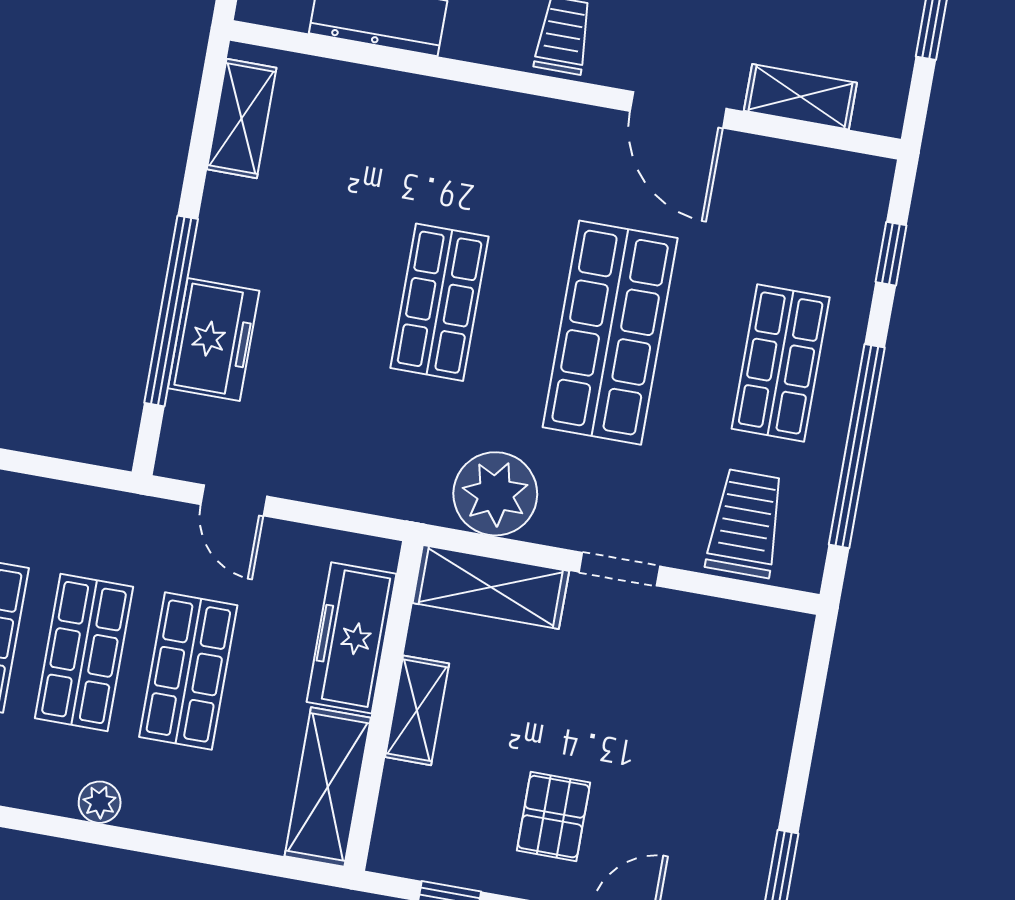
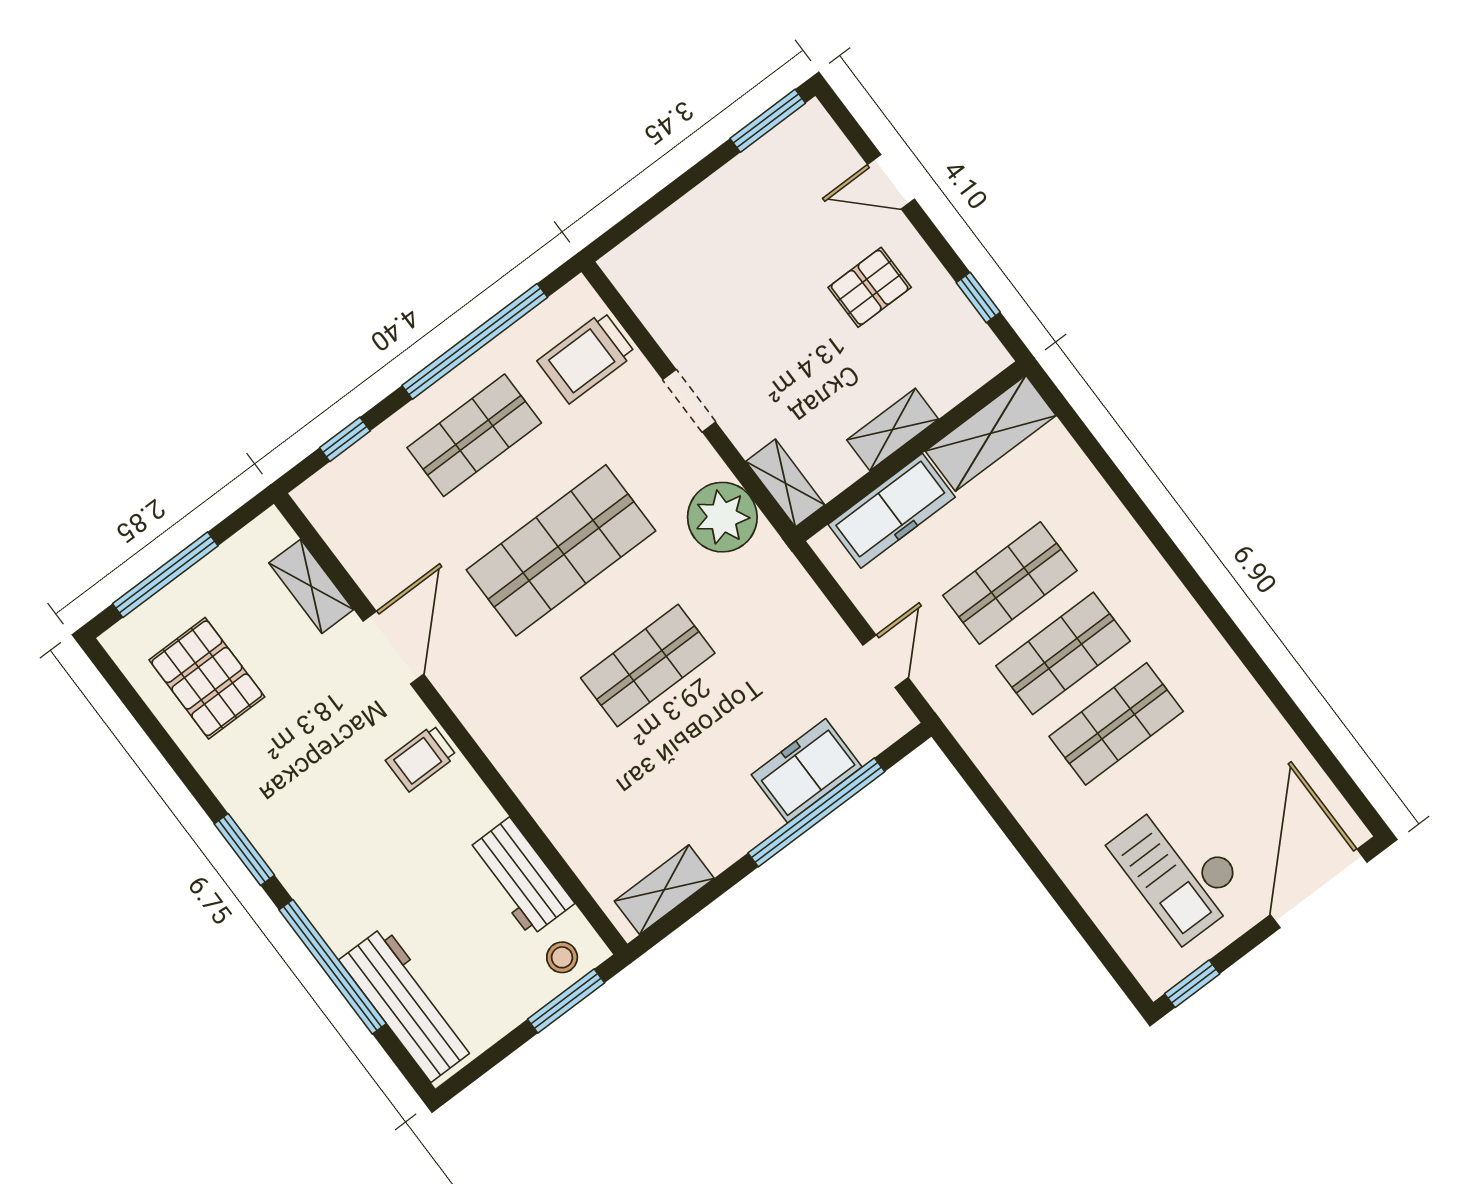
shelving: (491, 587) -> (785, 483), width x0.67, depth x0.75
plant: (100, 802) -> (1138, 553), removed

